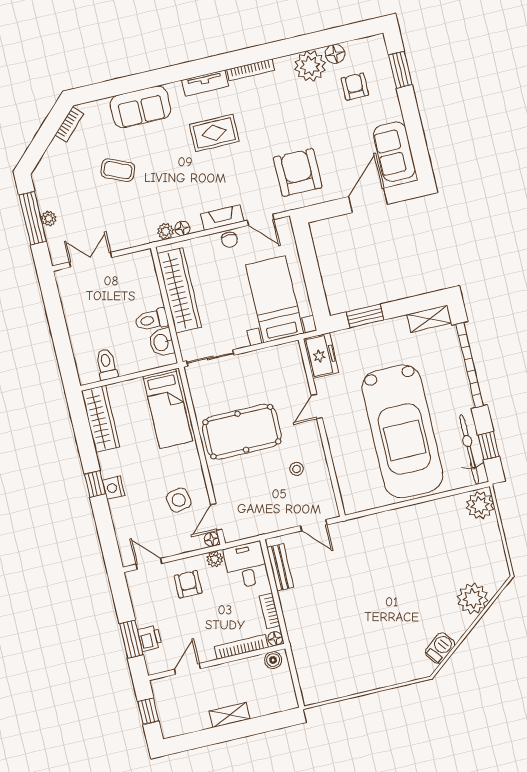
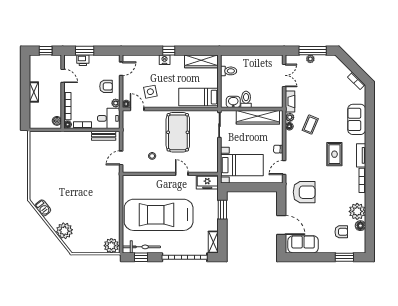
coffee table: (118, 170) -> (310, 125), moved
fireplace: (222, 218) -> (290, 101), moved

